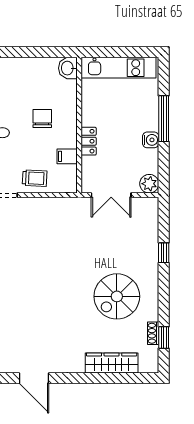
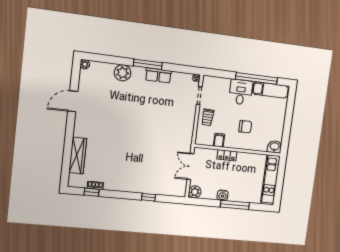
spiral stairs: (117, 296) -> (123, 164), removed

